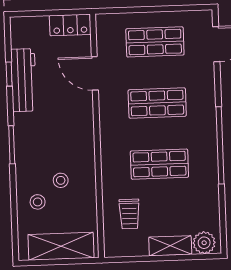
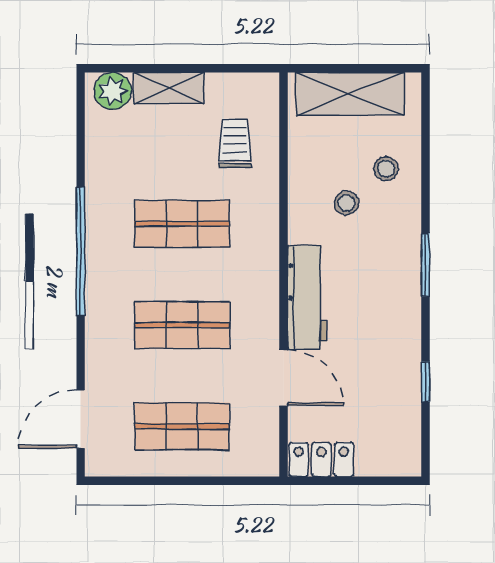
workbench: (24, 80) -> (307, 297), moved, turned 180

